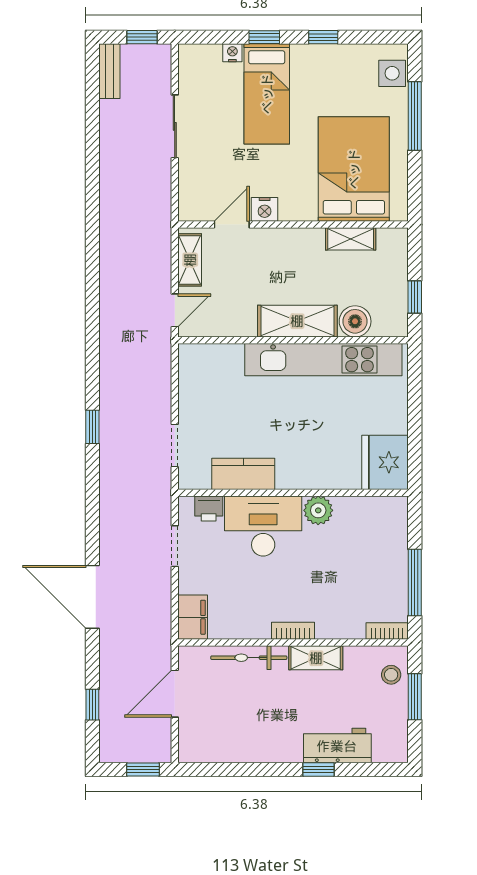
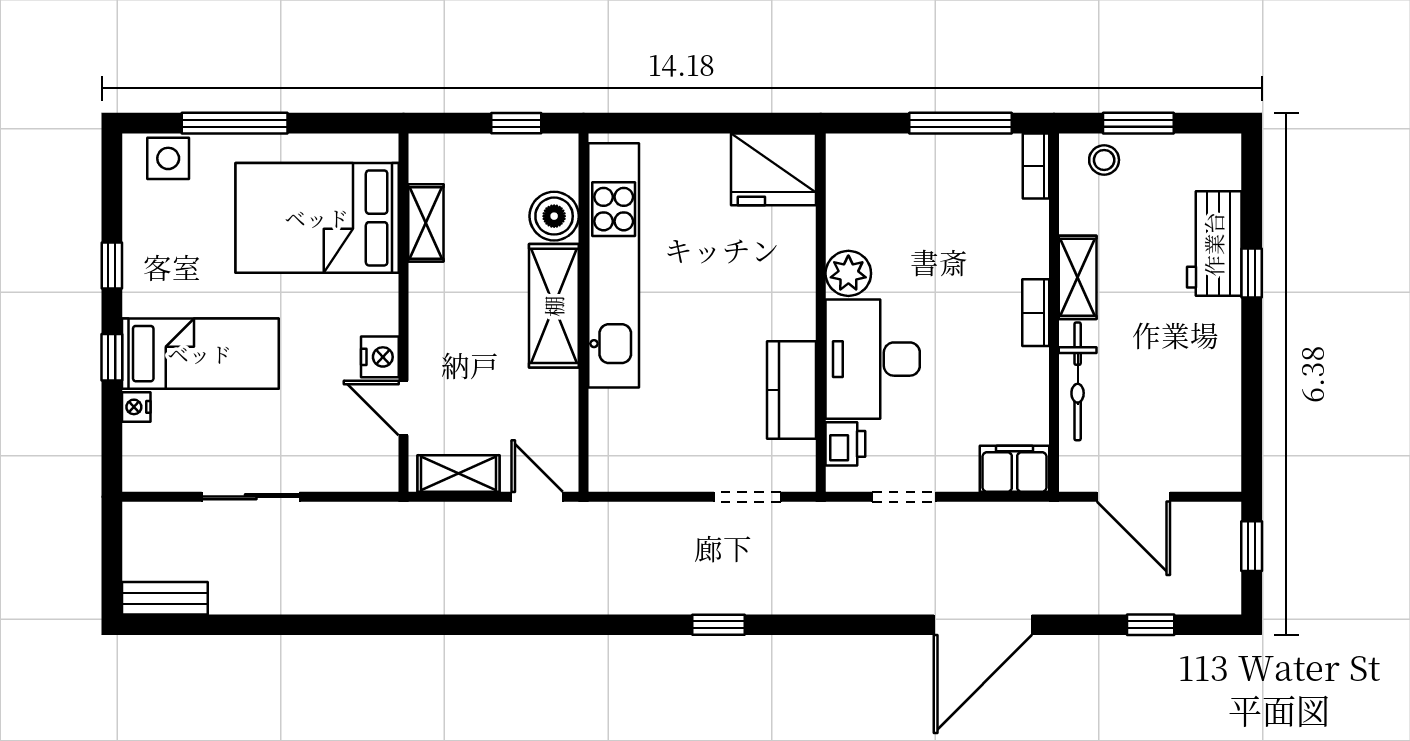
window: (142, 37) -> (112, 548), removed

